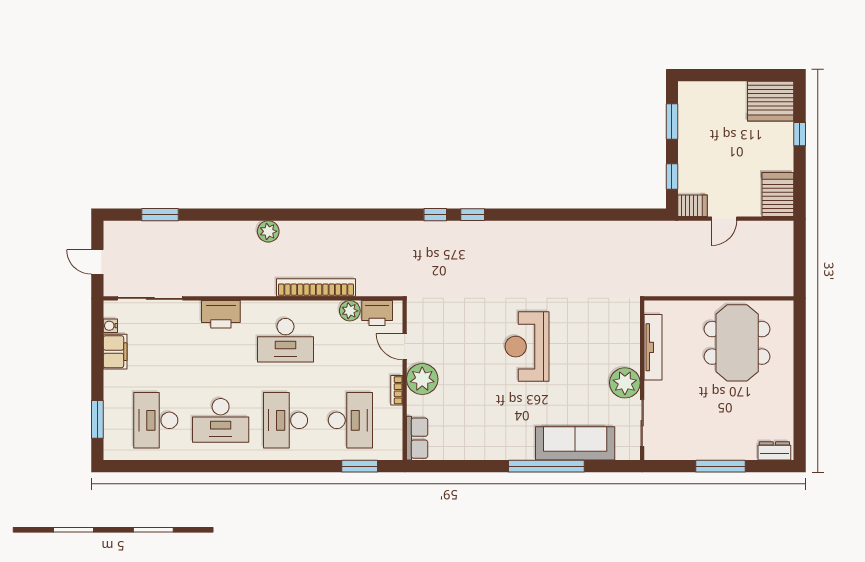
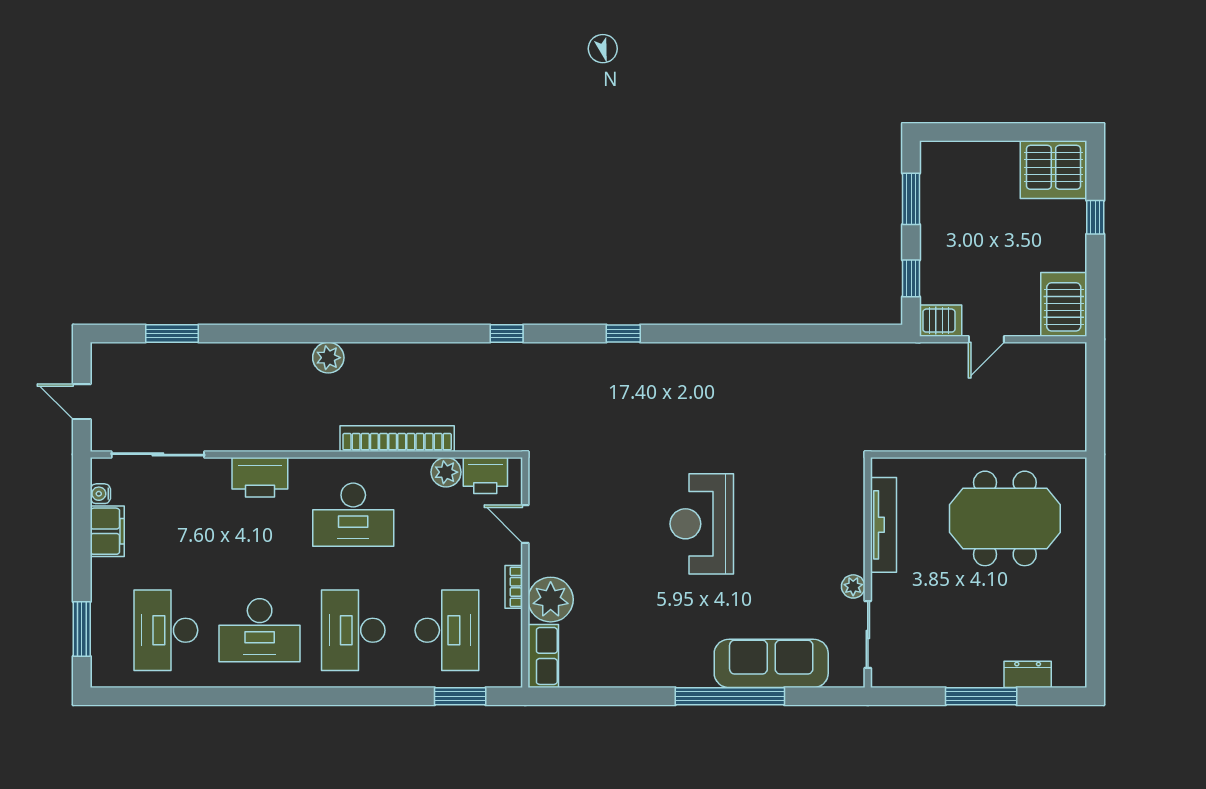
window: (435, 215) -> (507, 333), moved
meeting table: (737, 343) -> (1005, 518), turned 90
plant: (422, 379) -> (551, 600), moved
plant: (625, 383) -> (853, 586), width x0.53, depth x0.53
dresser: (774, 451) -> (1028, 674), moved

